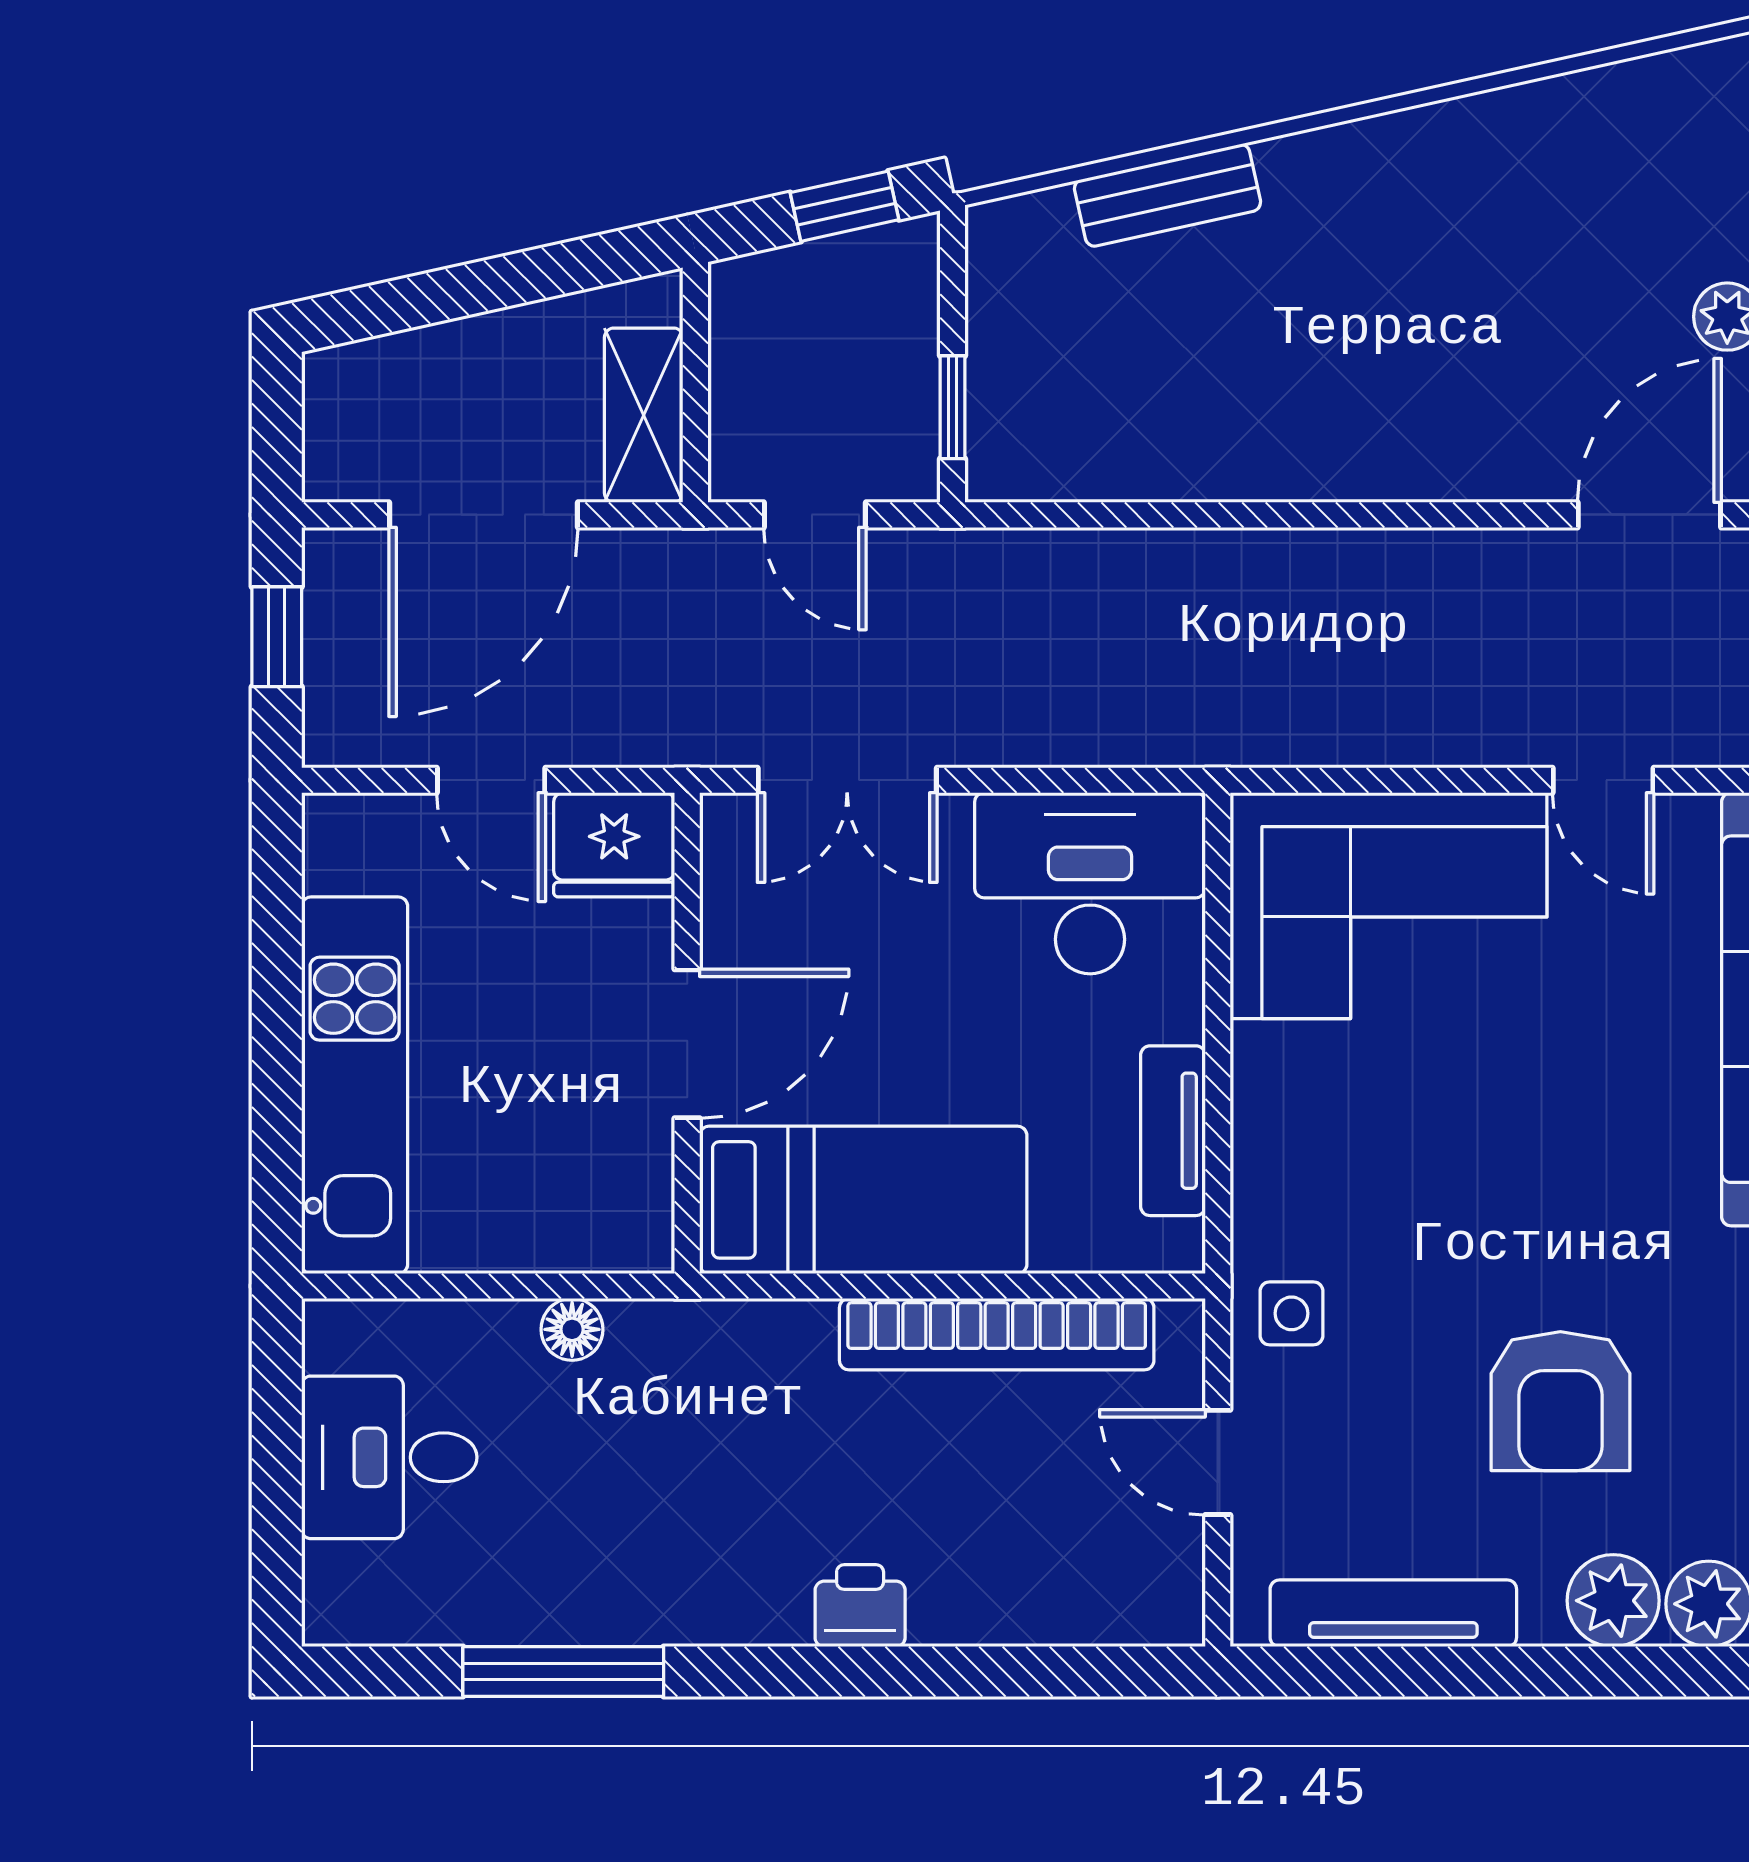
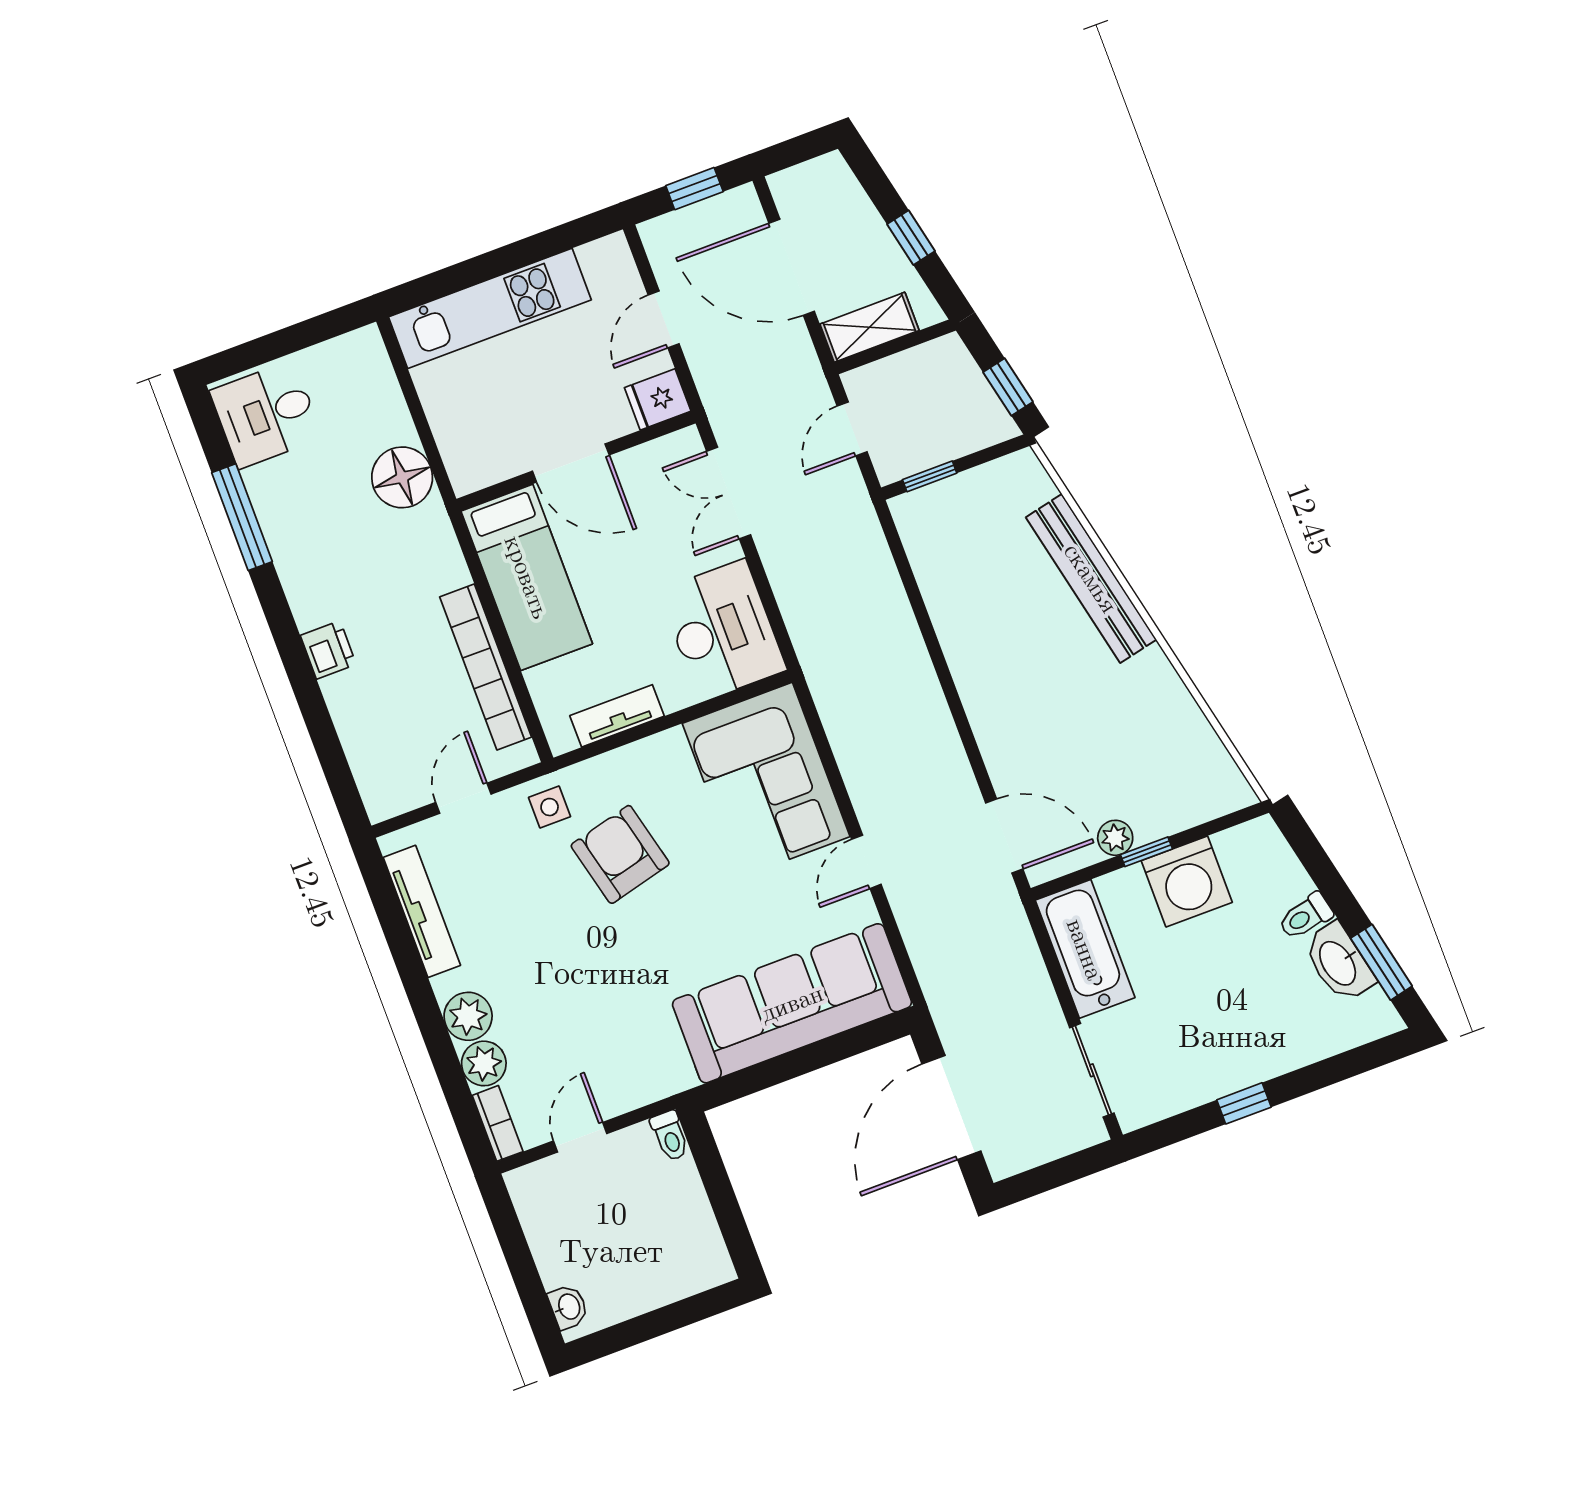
bench: (1167, 195) -> (1091, 578), width x1.86, depth x1.21
window: (510, 280) -> (911, 238), added
fridge: (614, 845) -> (658, 399), width x0.72
floor lamp: (572, 1329) -> (402, 477), width x1.89, depth x1.89
armchair: (1560, 1401) -> (620, 854), moved, turned 76
desk: (389, 1457) -> (266, 414), moved, turned -90

